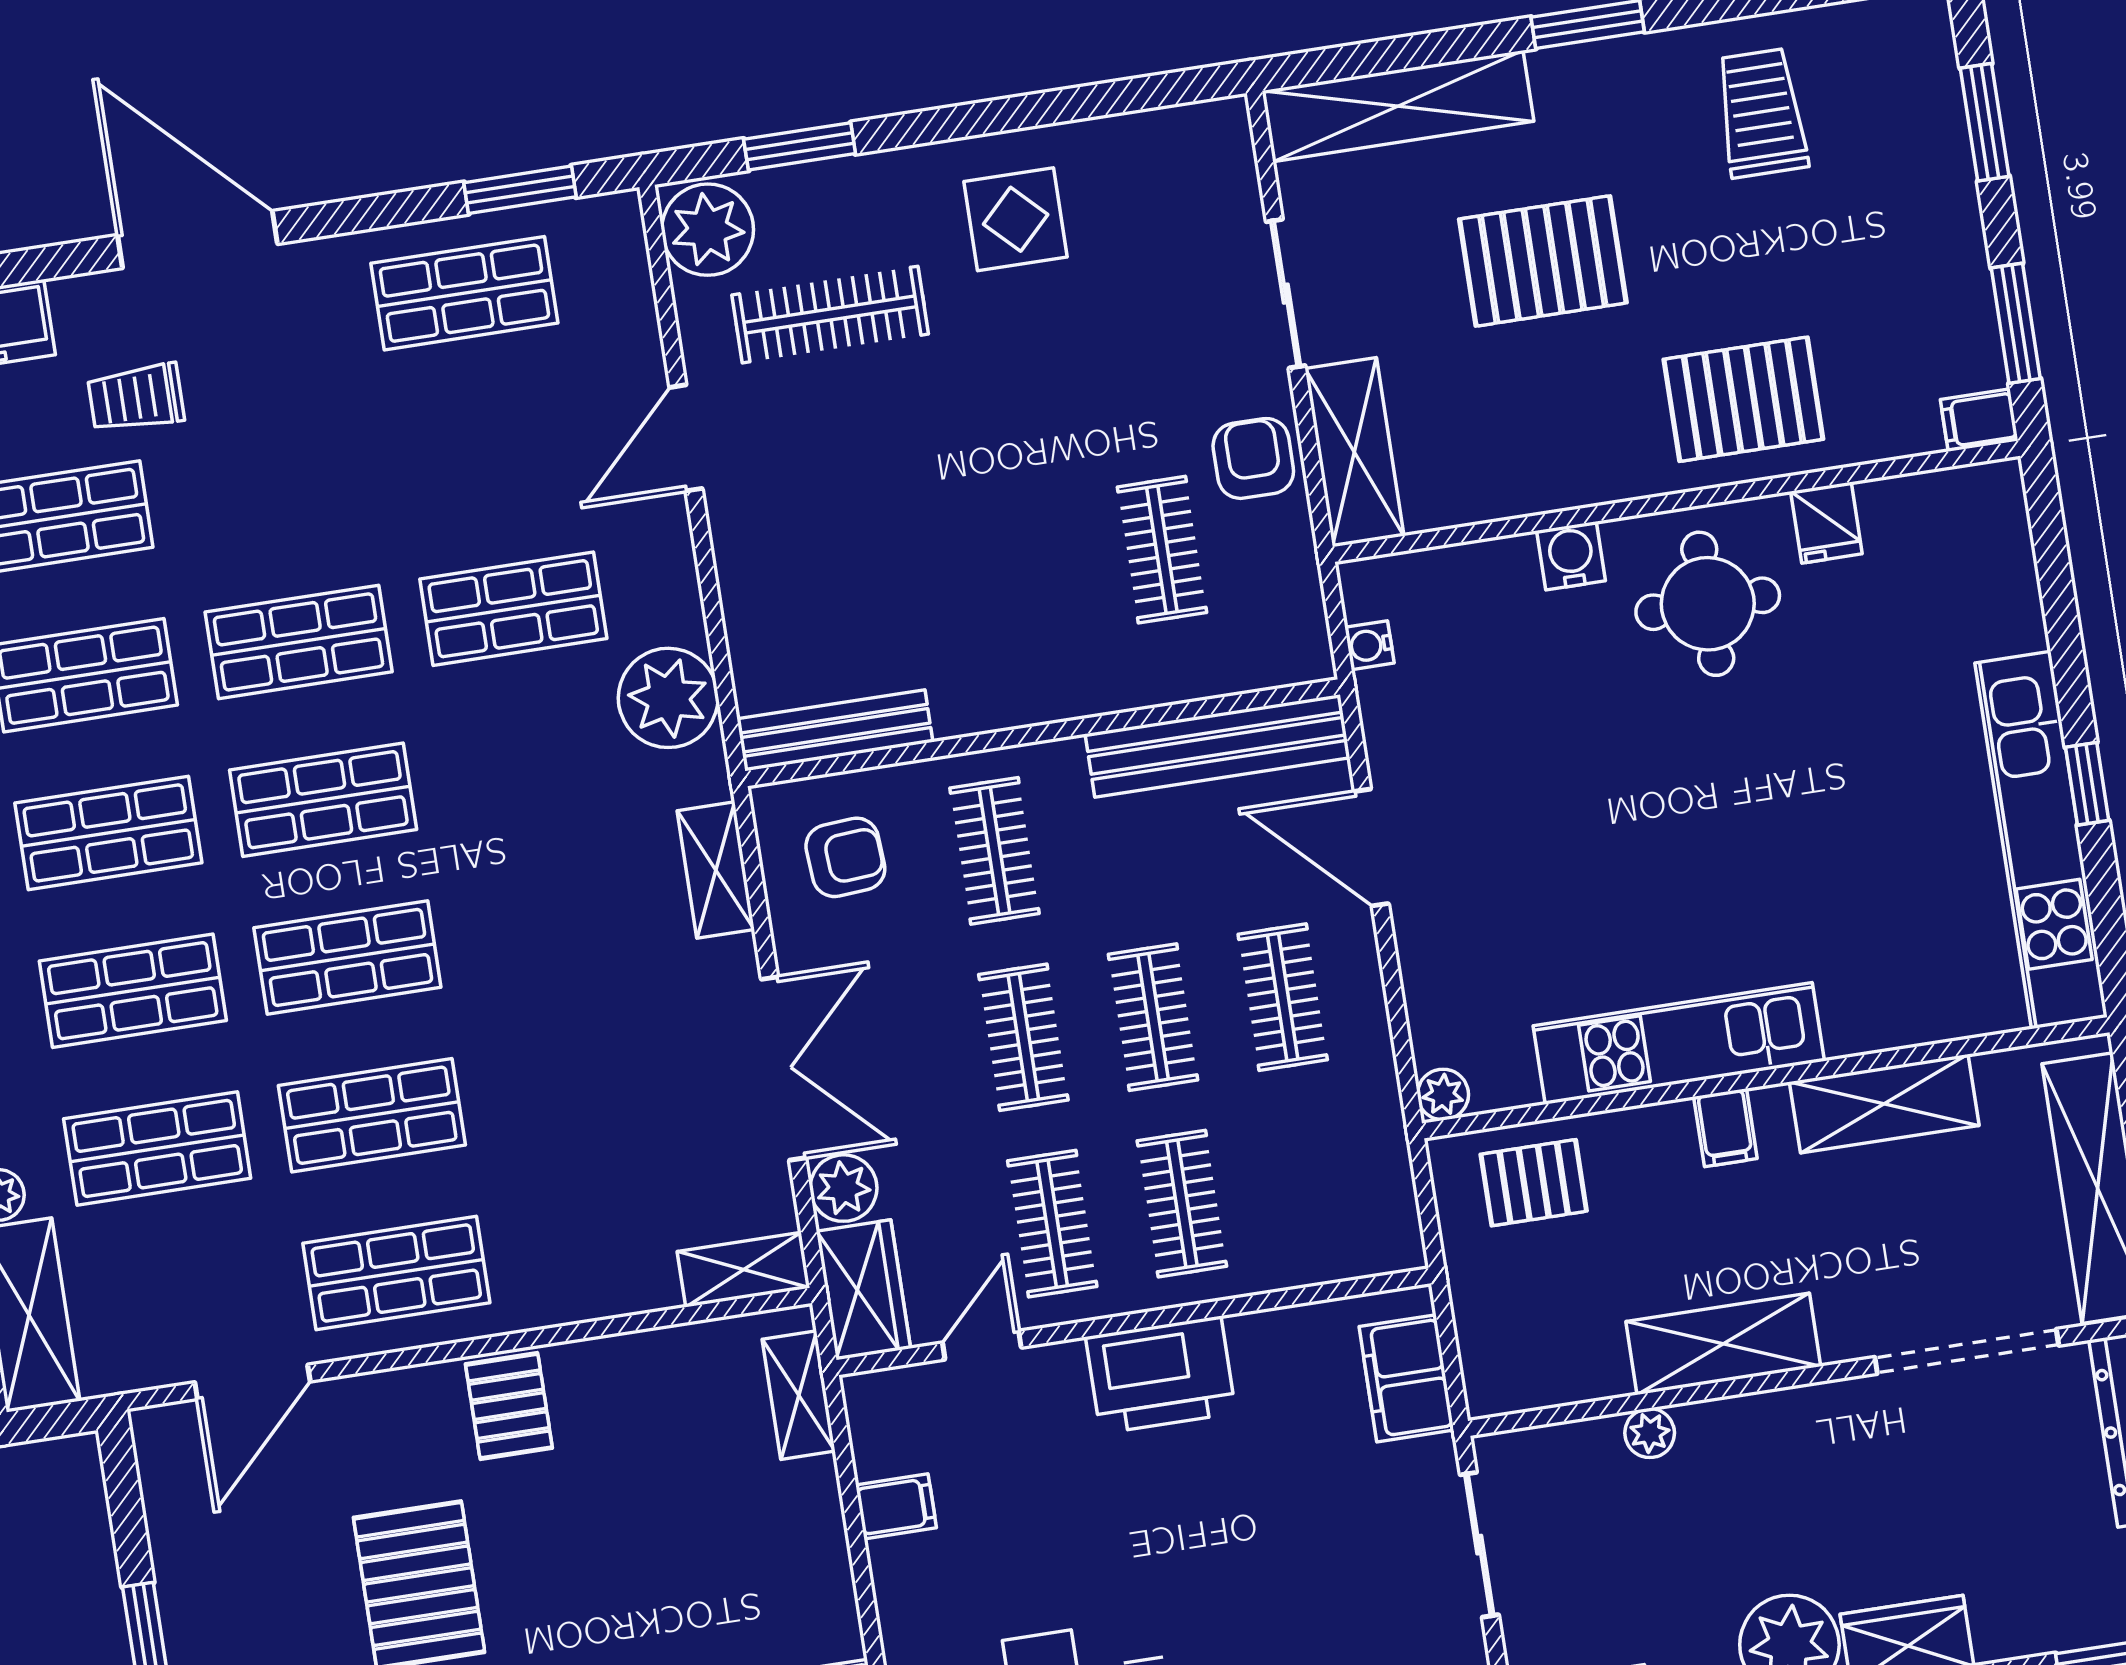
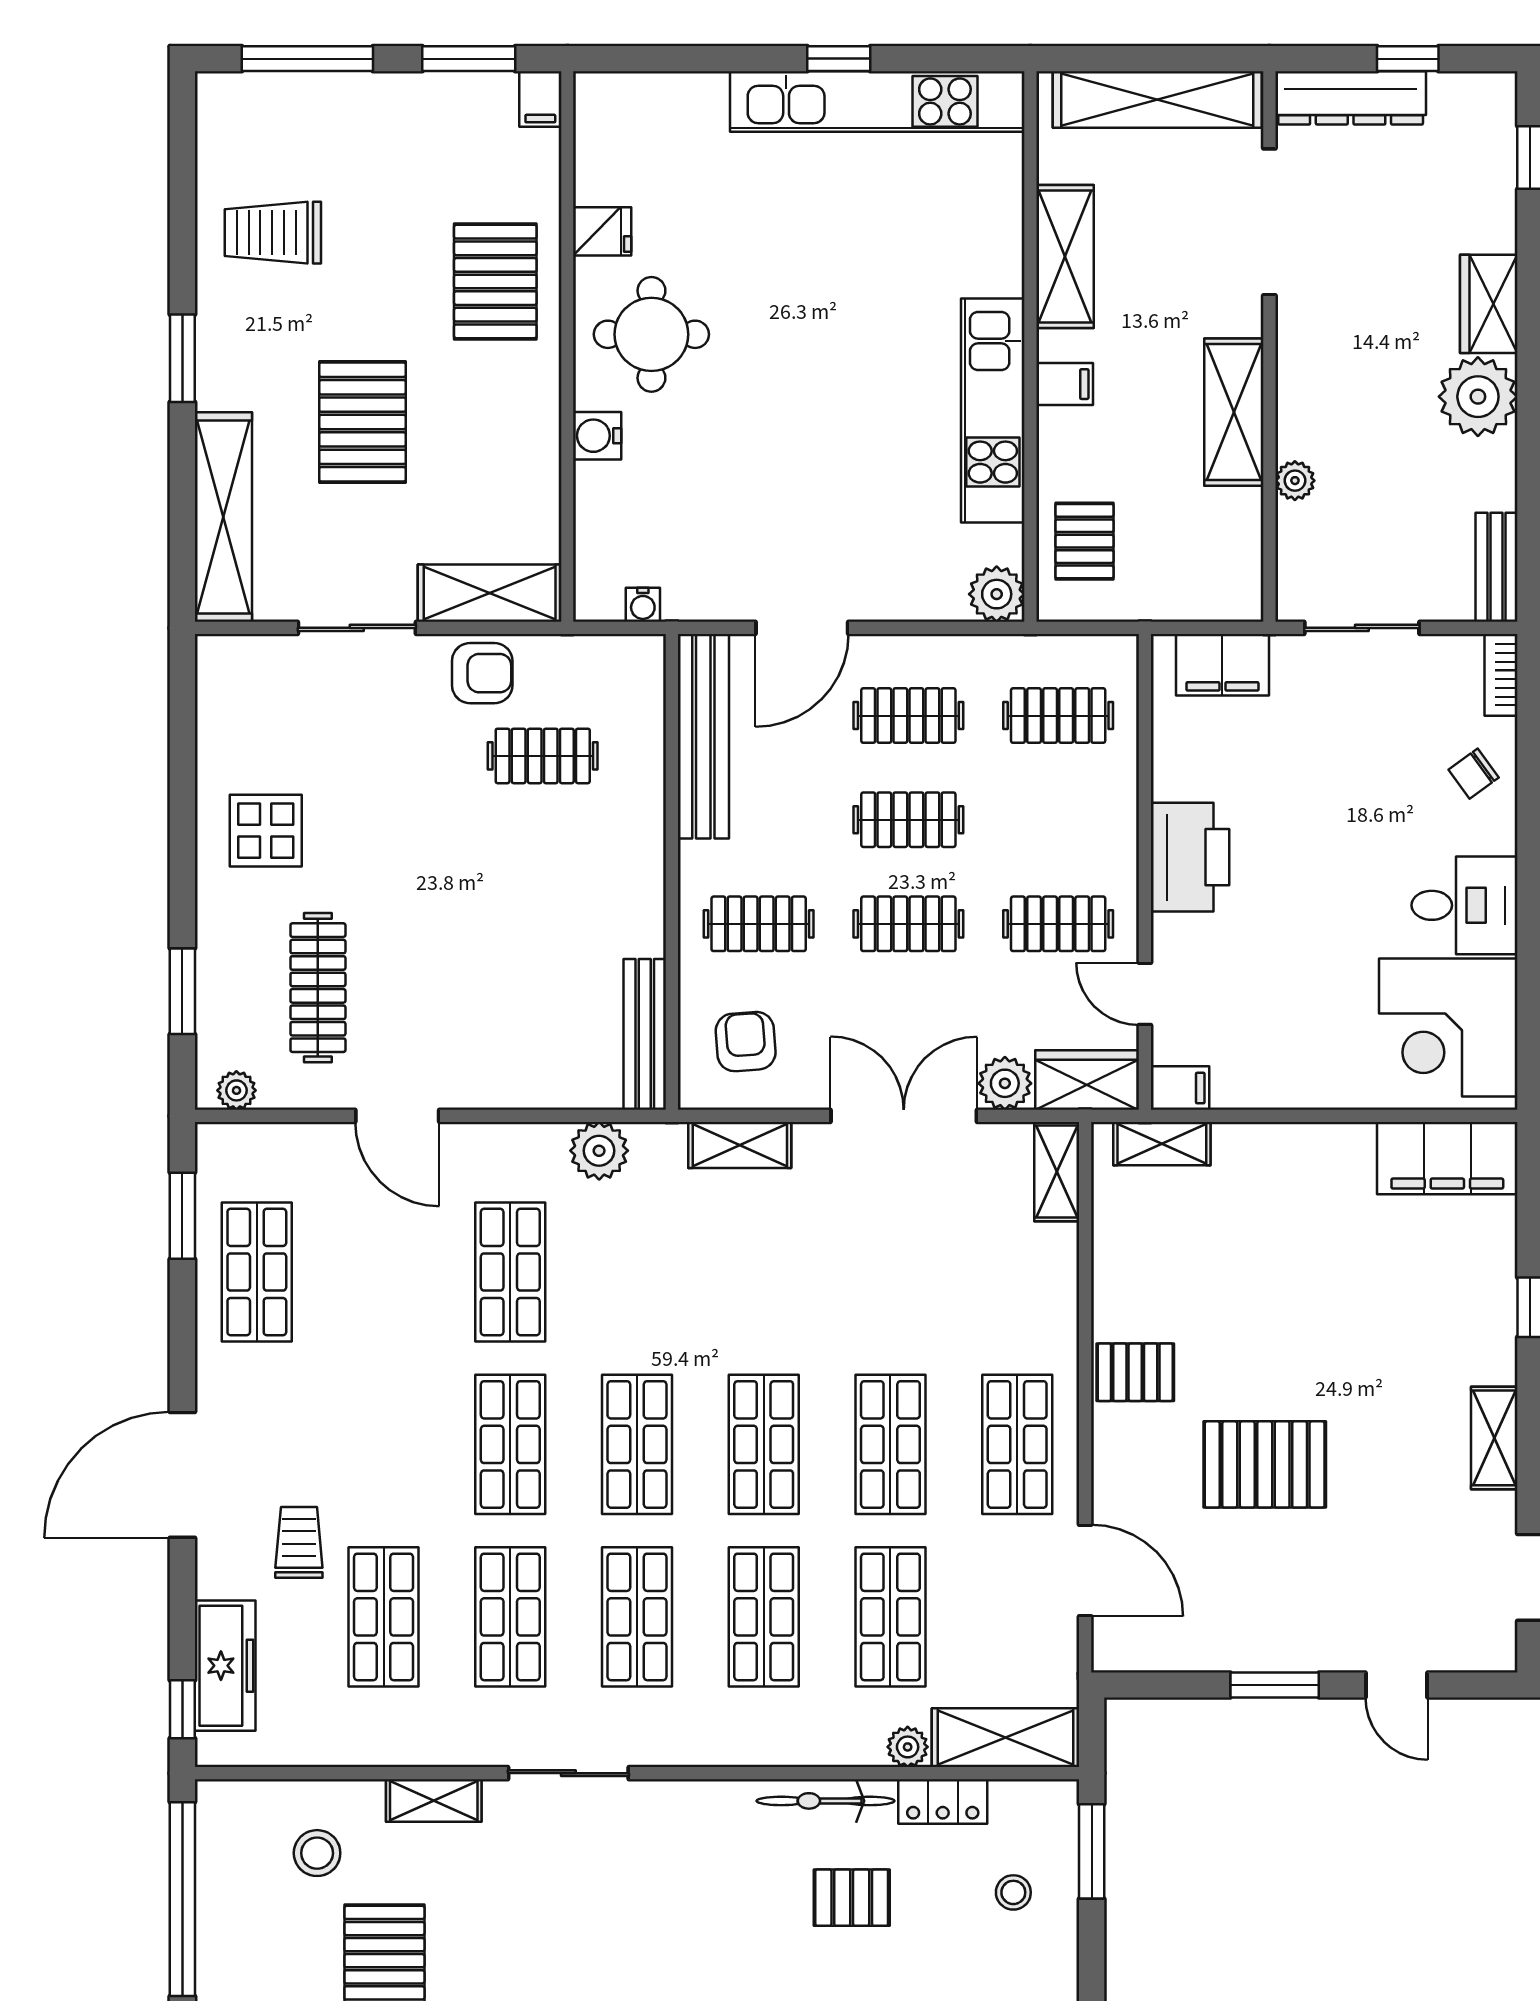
window: (1985, 122) -> (307, 59), width x1.44
plant: (708, 230) -> (236, 1090), width x0.53, depth x0.53
trolley: (136, 398) -> (299, 1542), turned 180
armchair: (1253, 458) -> (482, 673), turned 180
plant: (668, 698) -> (599, 1151), width x0.73, depth x0.73
plant: (1443, 1094) -> (997, 594), width x1.38, depth x1.38
clothes rail: (1182, 1204) -> (1058, 716), moved
filing cabinet: (896, 1506) -> (1180, 1088), moved, turned 90

